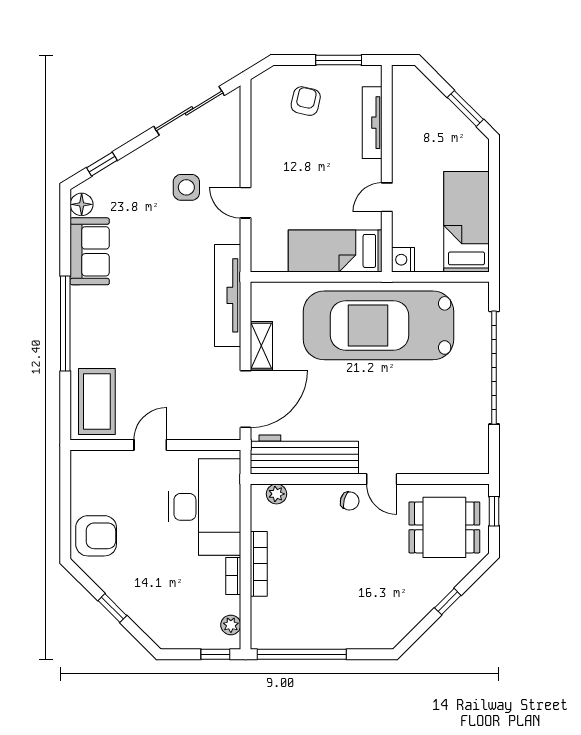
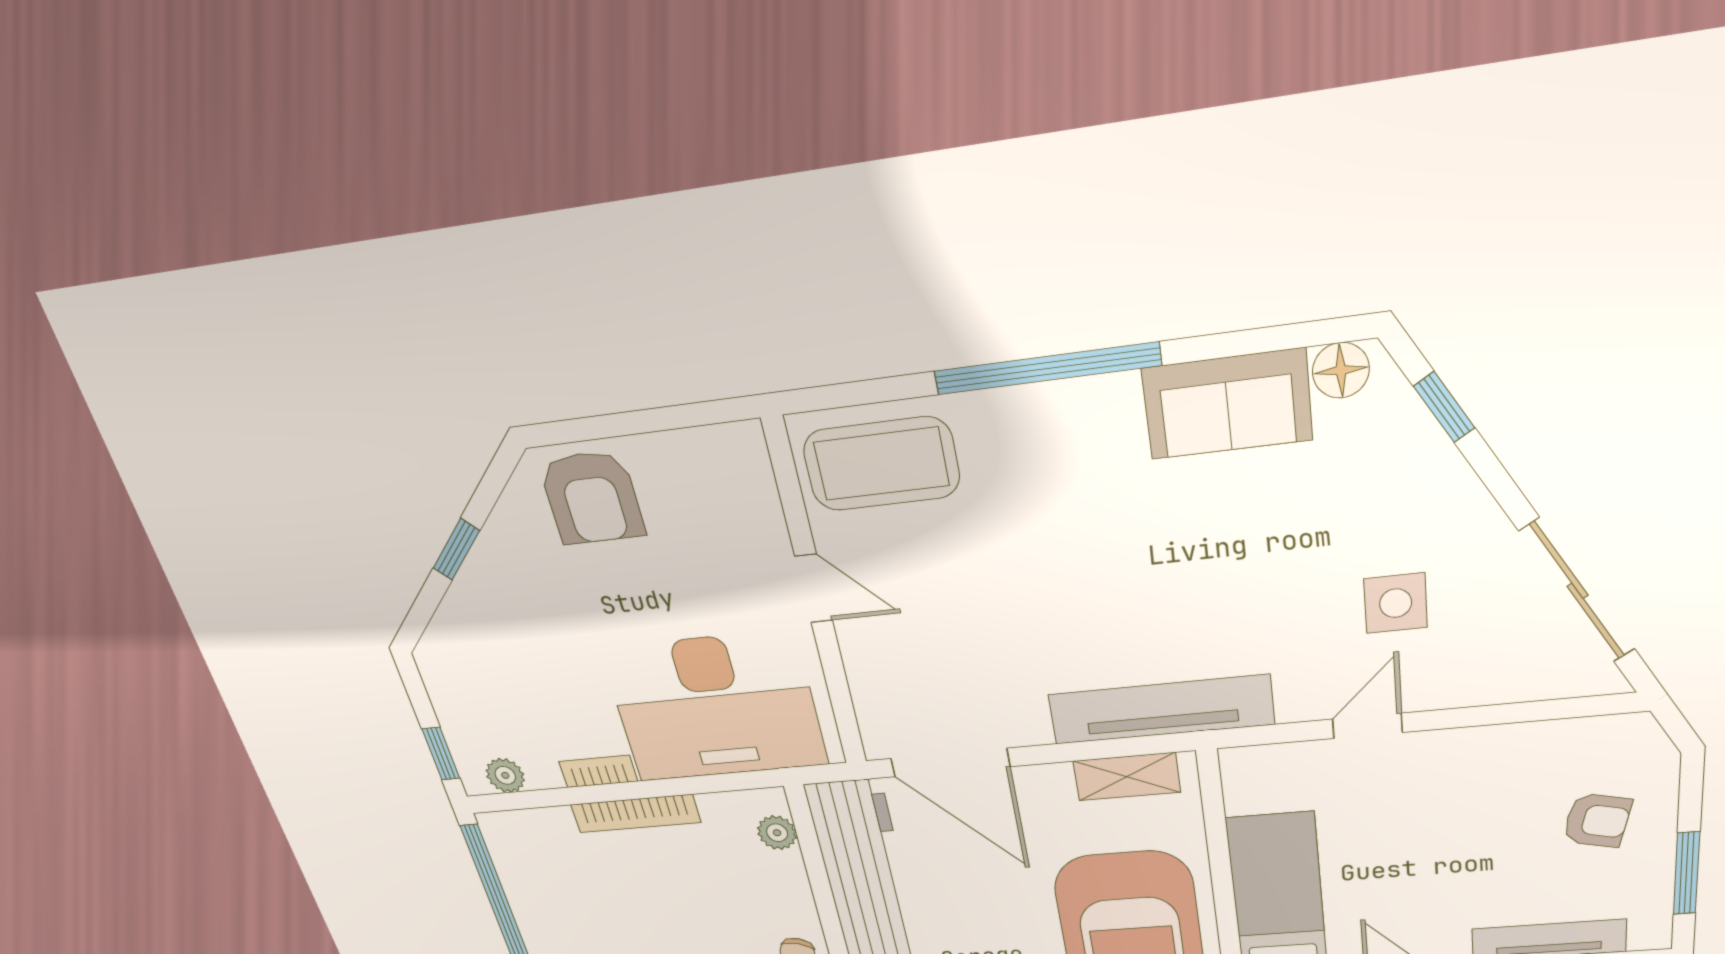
shelving: (261, 346) -> (1127, 777), moved

